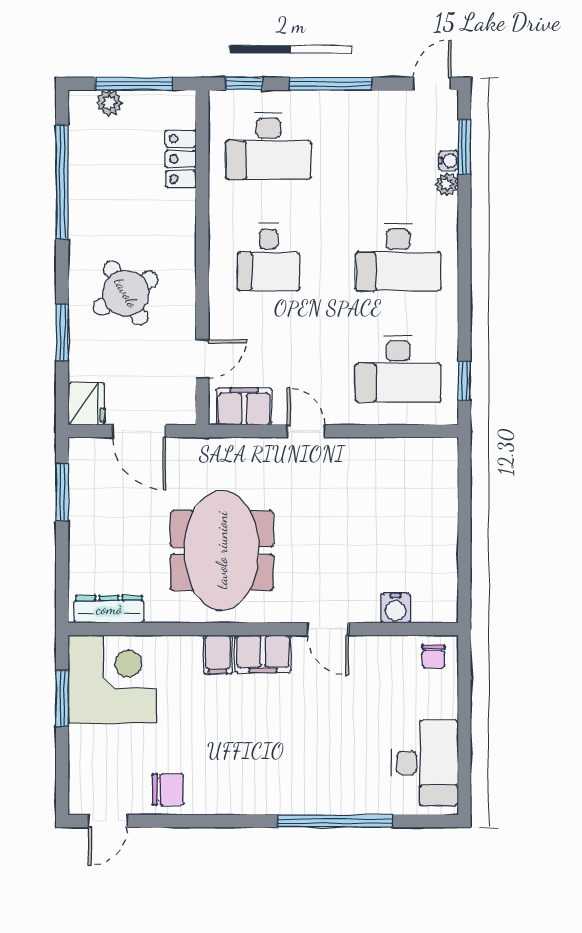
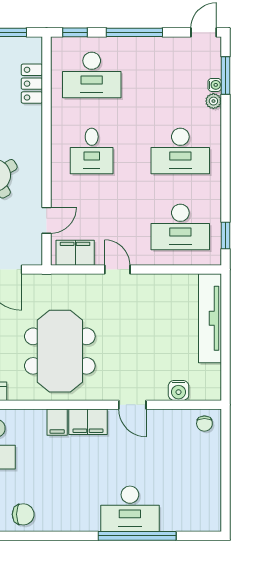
tv unit: (442, 502) -> (210, 318), added
desk: (425, 763) -> (130, 509), moved, turned 90

